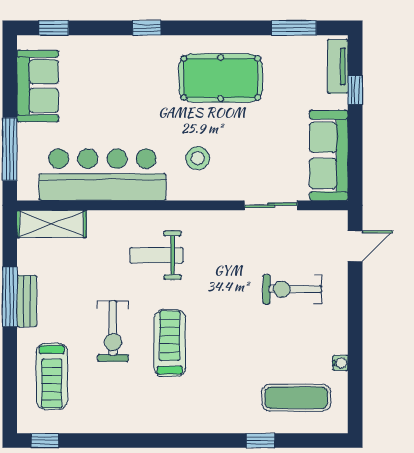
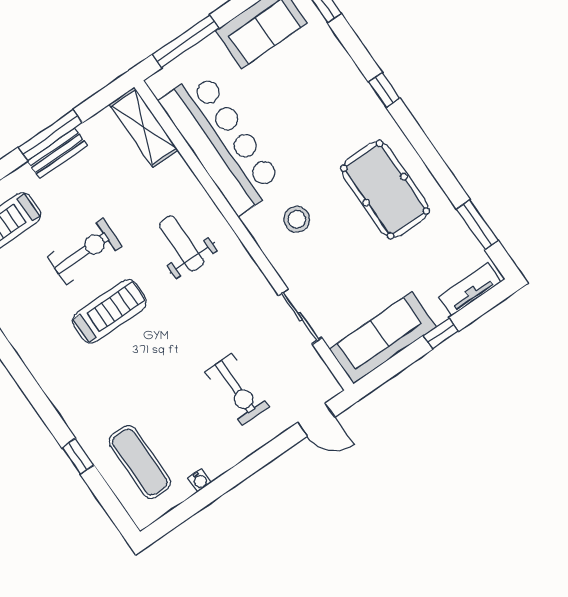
window: (355, 90) -> (441, 333), moved
exercise bike: (292, 289) -> (237, 389), turned 180
exercise bike: (113, 331) -> (84, 251), turned 180

